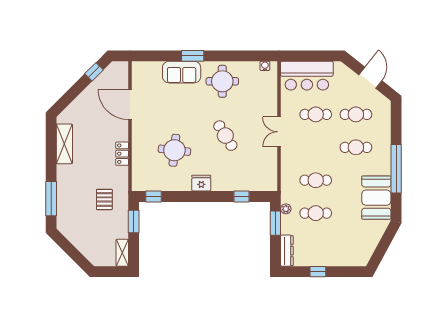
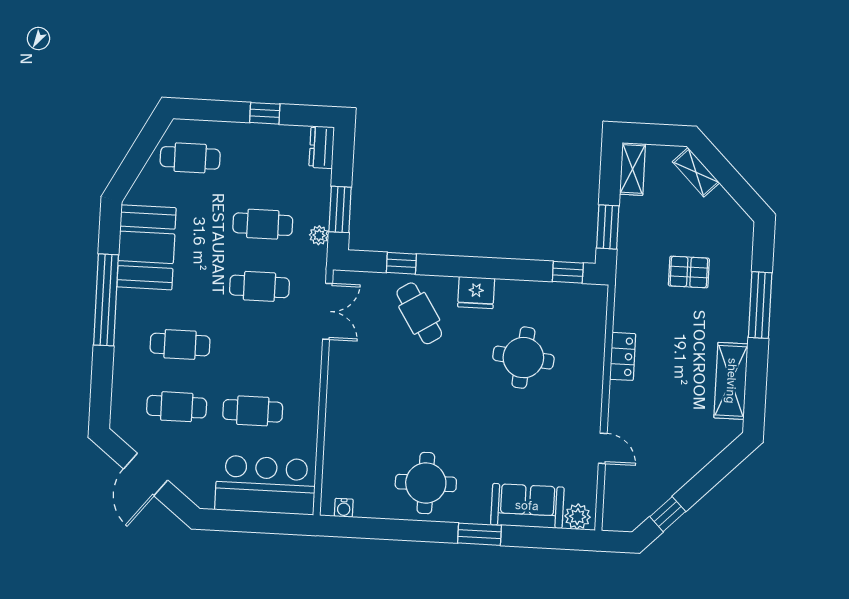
plant: (141, 68) -> (578, 517), added
sofa: (182, 72) -> (527, 506), moved
door: (130, 105) -> (603, 448), width x0.53
double door: (279, 132) -> (328, 311), moved
cafe table: (225, 136) -> (419, 313), moved
window: (51, 199) -> (760, 305), moved
pallet: (104, 199) -> (689, 272), moved, turned 90
cafe table: (356, 246) -> (190, 158), added
dresser: (287, 251) -> (322, 147), width x0.70
shelving: (89, 253) -> (696, 172), added

